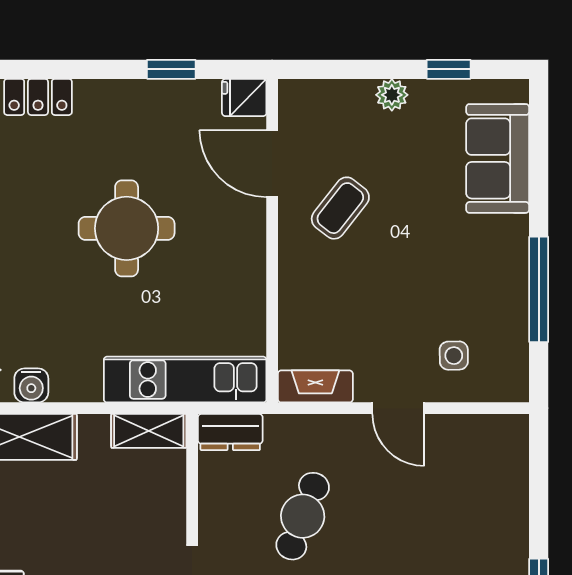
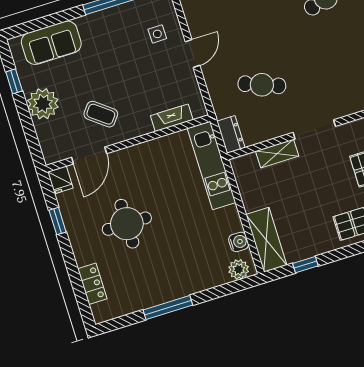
plant: (392, 95) -> (43, 104), width x1.88, depth x1.88
round table: (127, 228) -> (127, 224), moved
fireplace: (315, 386) -> (172, 118), moved, turned 90
shelving: (149, 431) -> (277, 154), moved, turned 90

